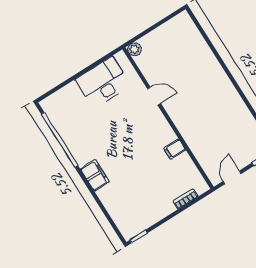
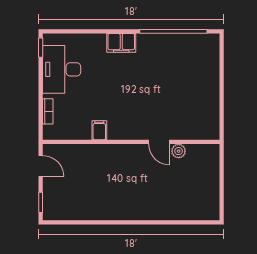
plant: (135, 49) -> (179, 151), moved
desk: (103, 82) -> (62, 69), moved, turned 180
door: (154, 96) -> (159, 142), hinge flipped

